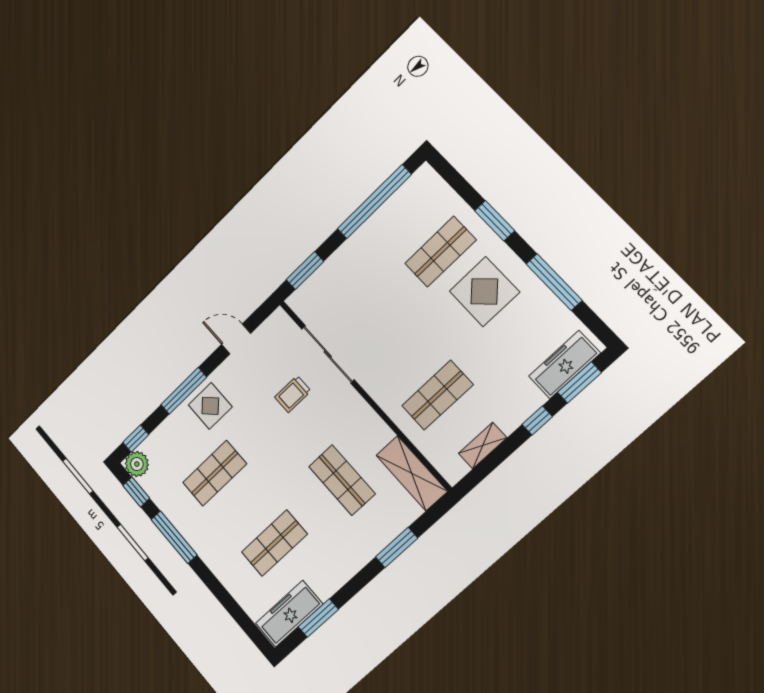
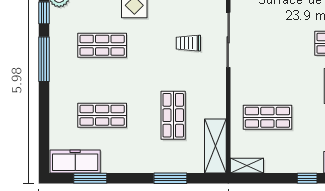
shelving: (483, 446) -> (247, 166), moved

